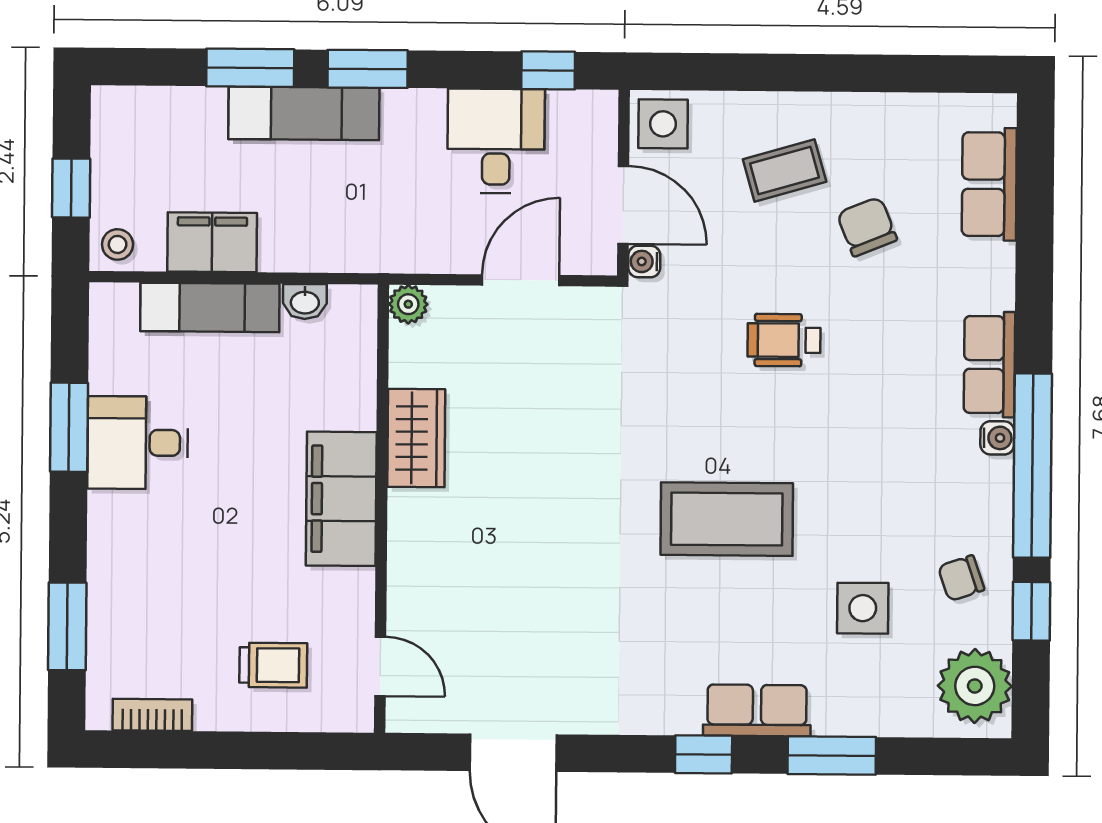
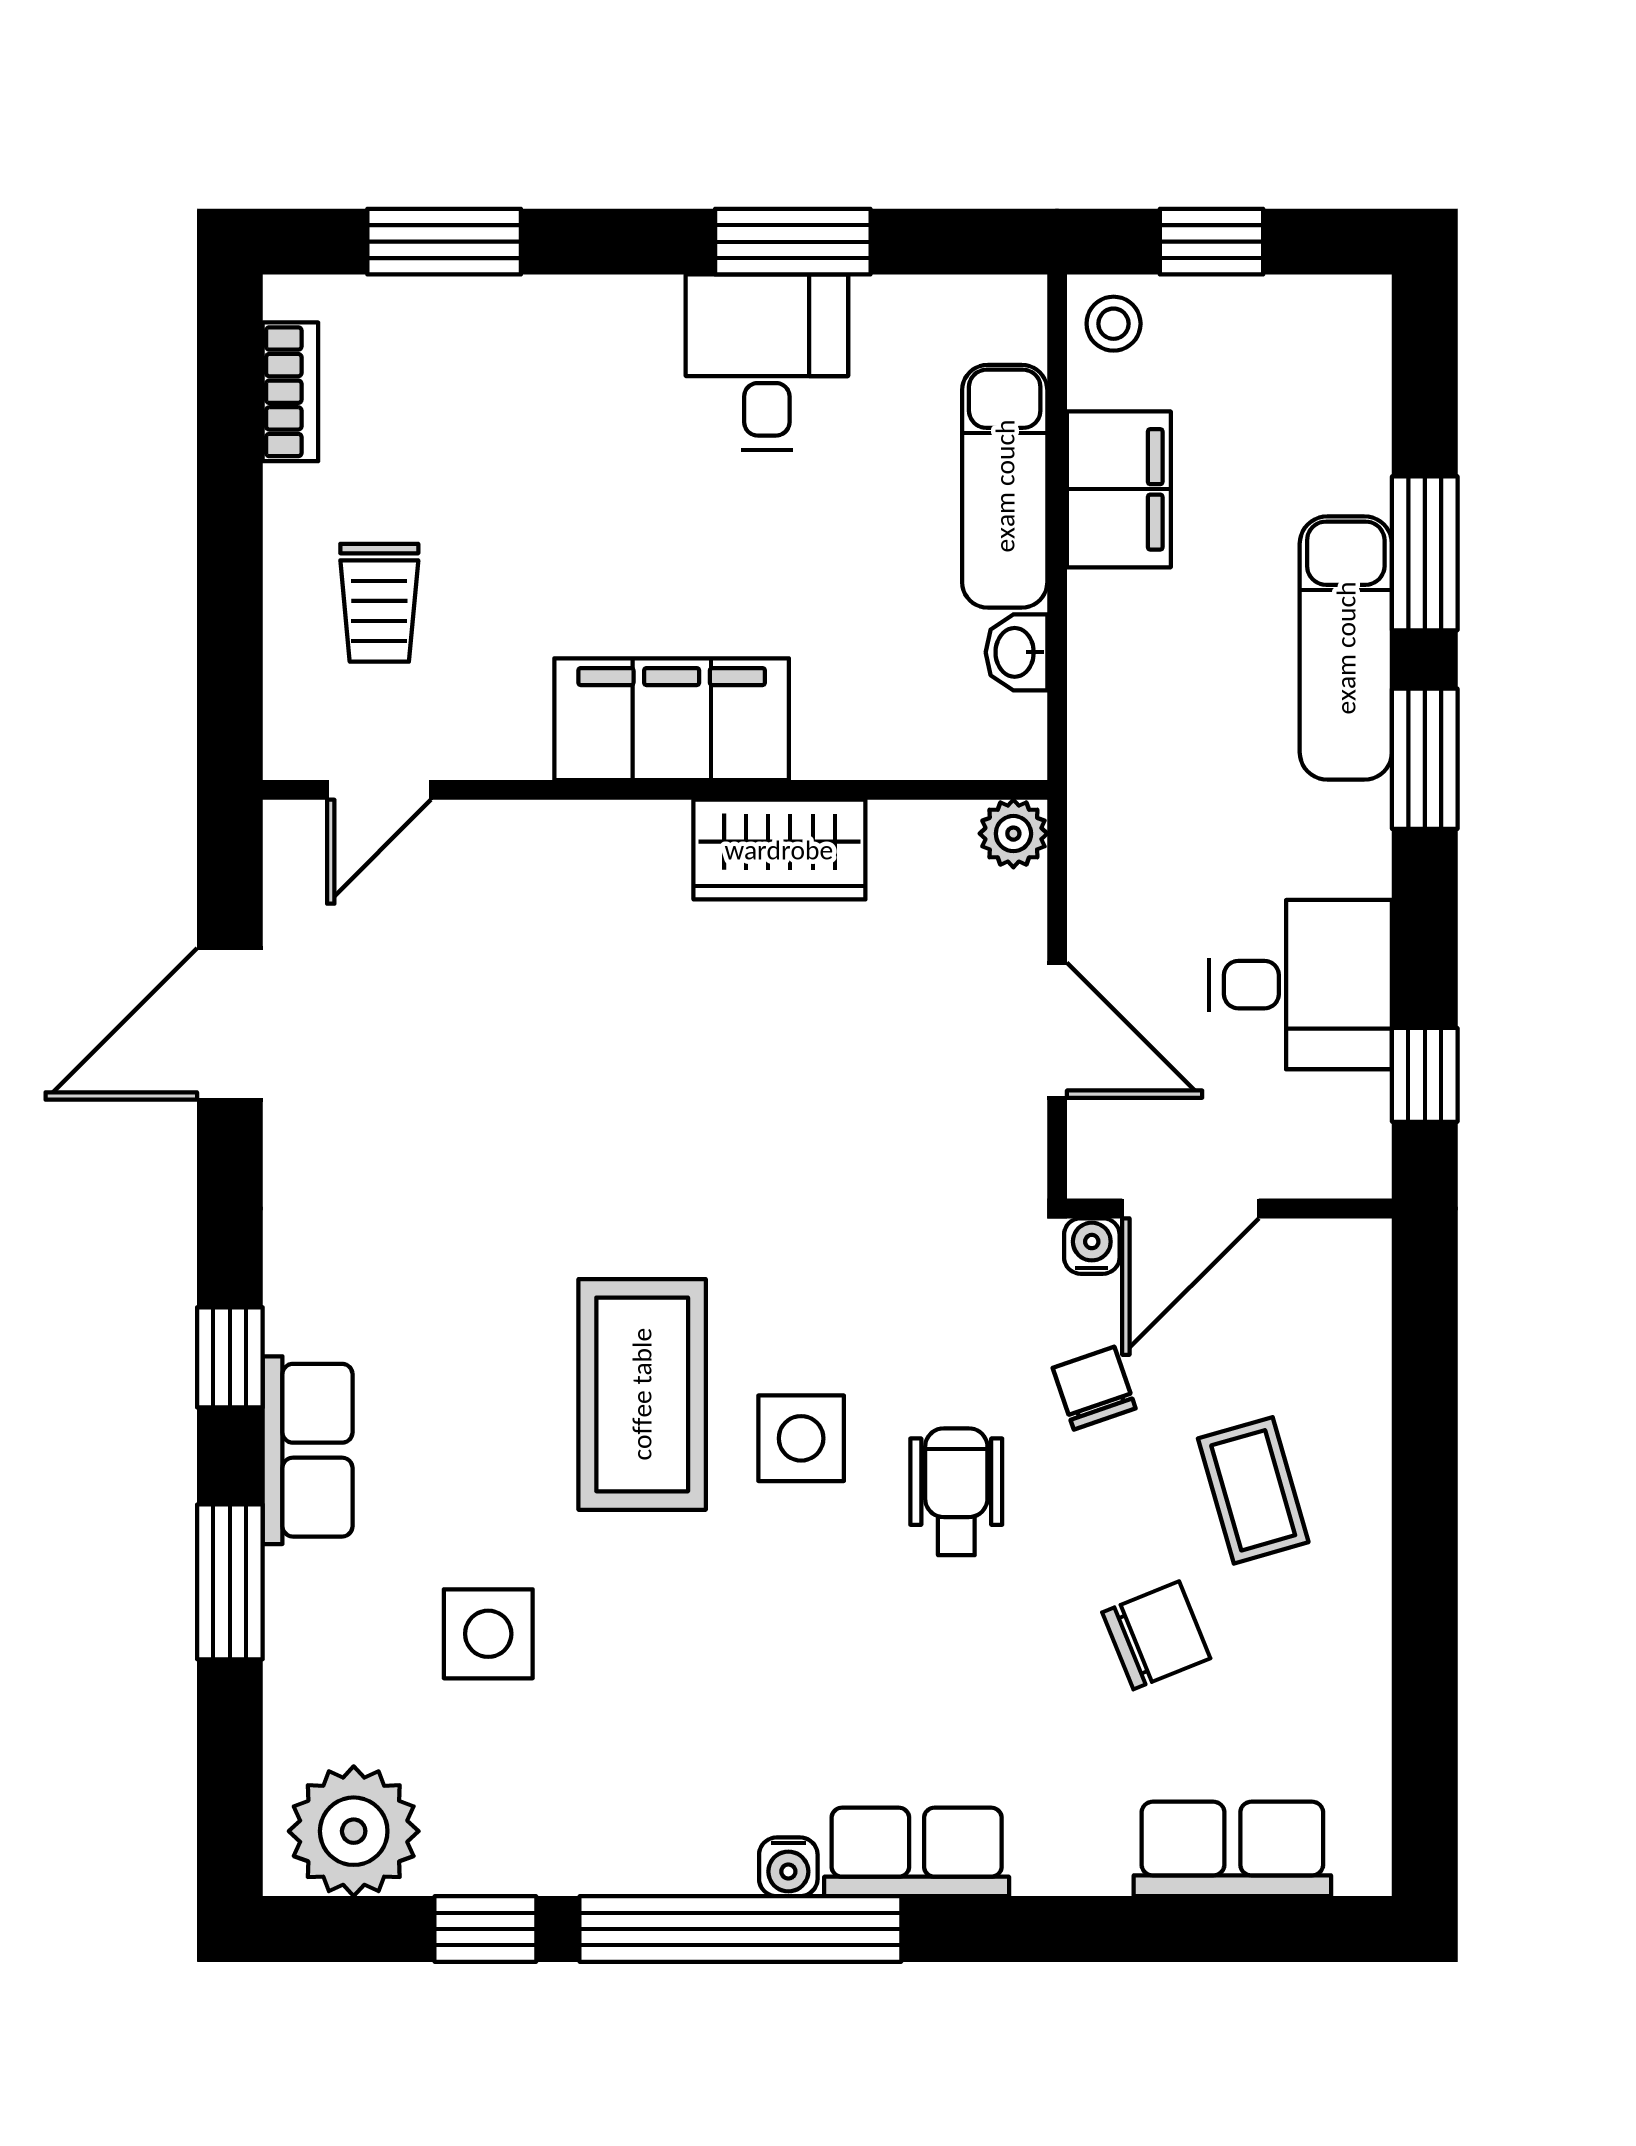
side table: (663, 124) -> (801, 1438), moved
chair: (961, 578) -> (1094, 1388), moved

